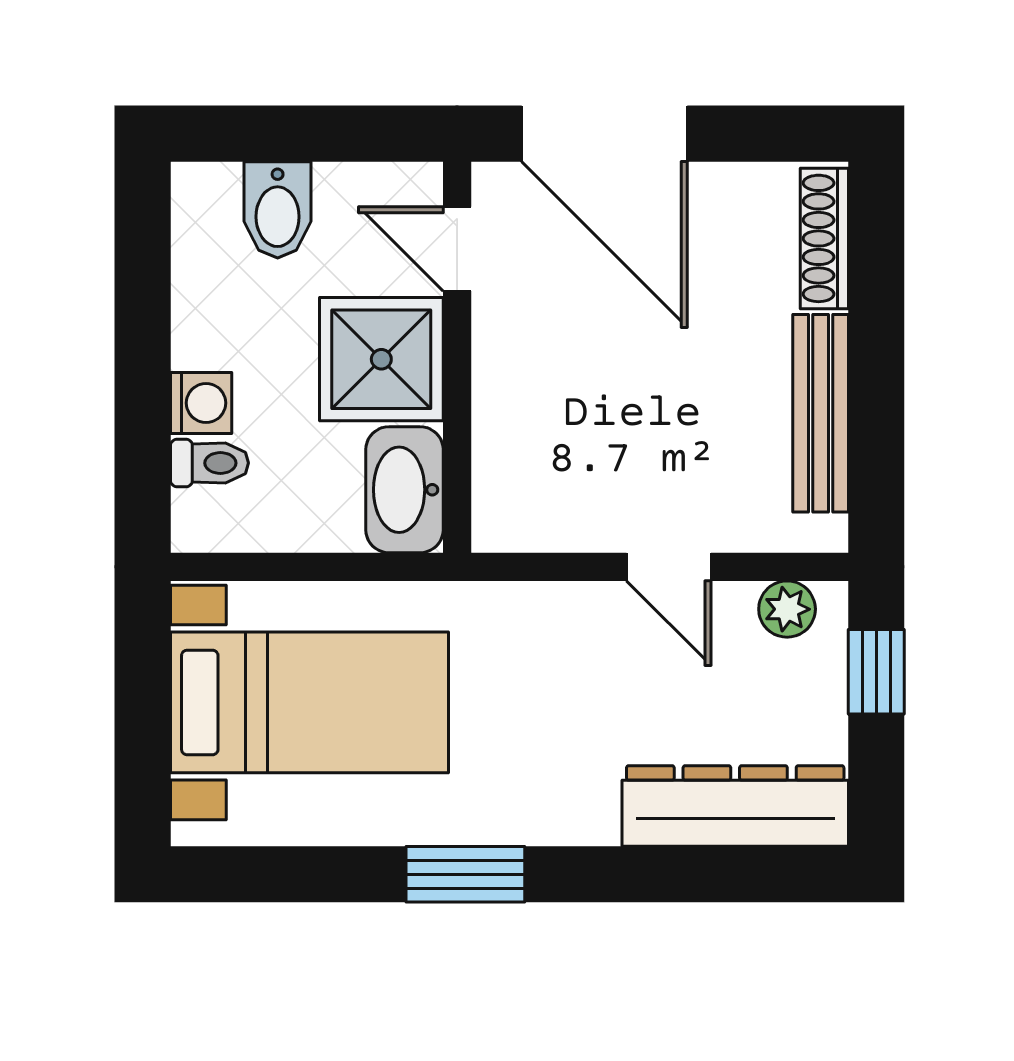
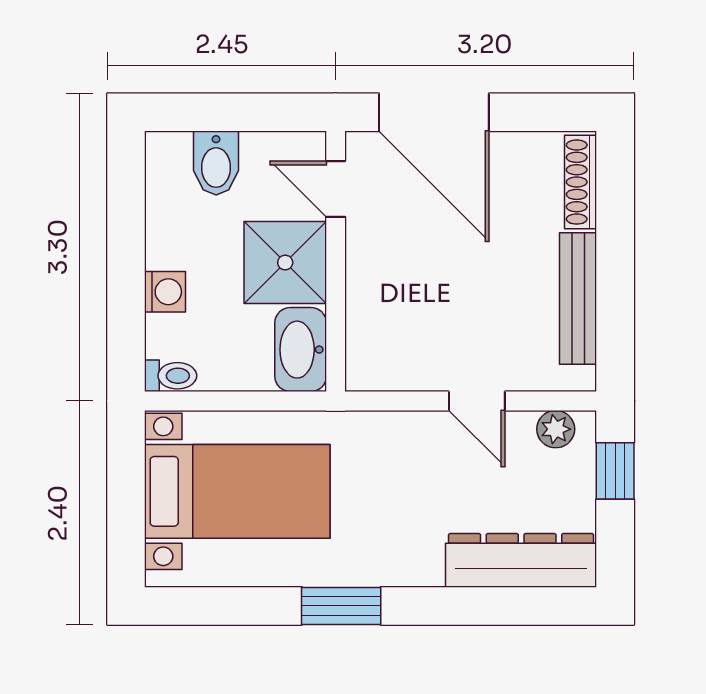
toilet: (209, 463) -> (171, 376), moved

